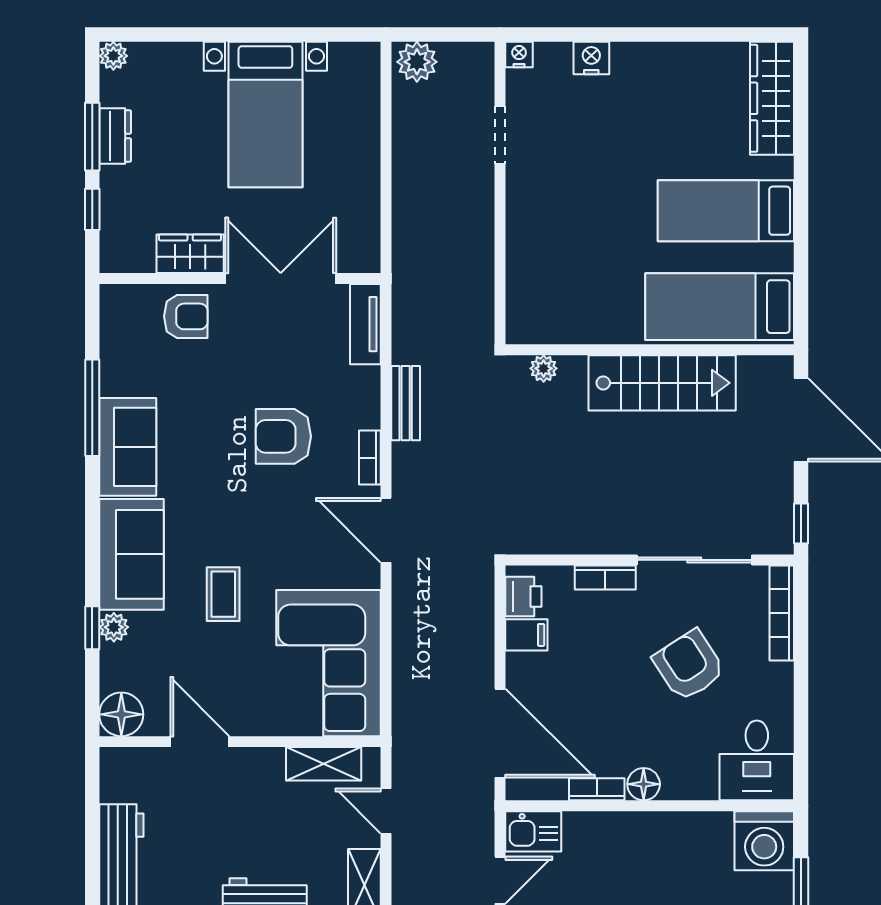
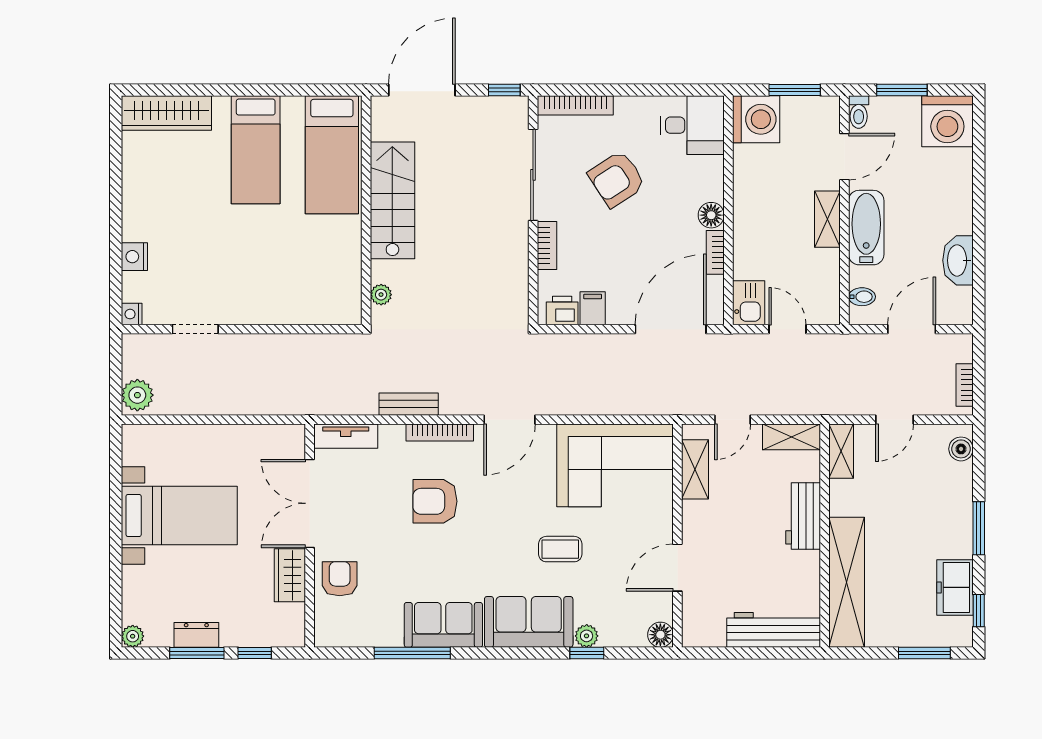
armchair: (283, 436) -> (435, 501), turned 90
bookcase: (370, 458) -> (440, 433), width x1.56
floor lamp: (121, 714) -> (660, 635), width x0.73, depth x0.73

